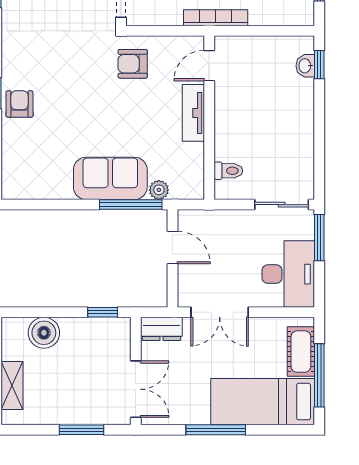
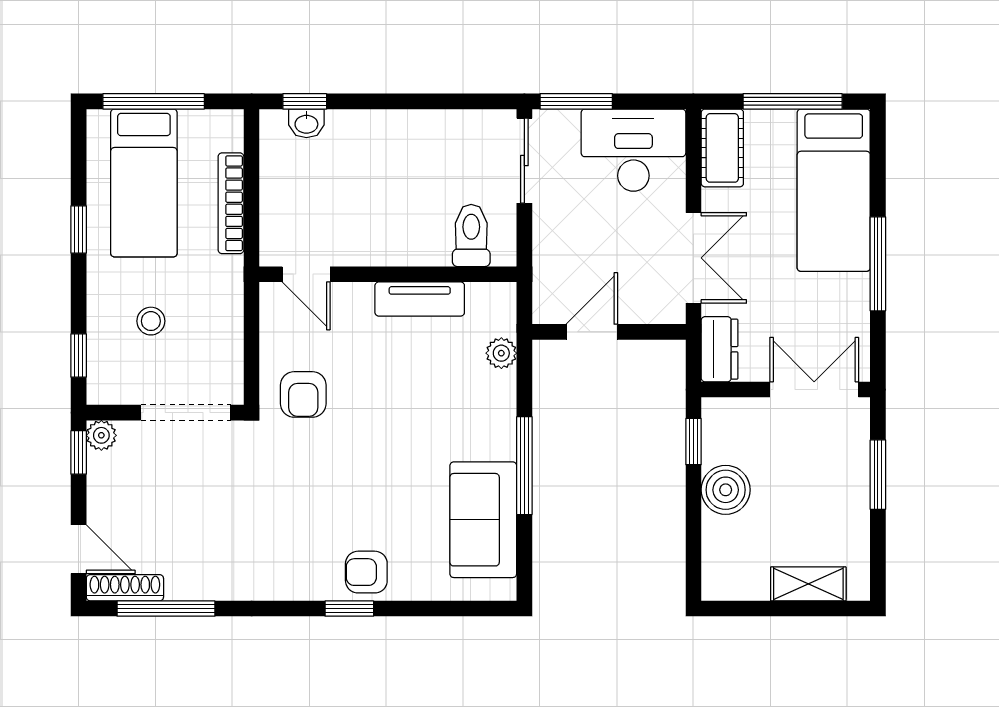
bookcase: (216, 18) -> (231, 203), moved
tv unit: (193, 113) -> (420, 299), moved
toilet: (228, 171) -> (471, 235), width x1.37, depth x1.39
sofa: (110, 178) -> (483, 520), moved
window: (131, 205) -> (524, 466), moved
boiler: (44, 333) -> (726, 490), moved
cot: (301, 352) -> (722, 148), moved, turned 90

